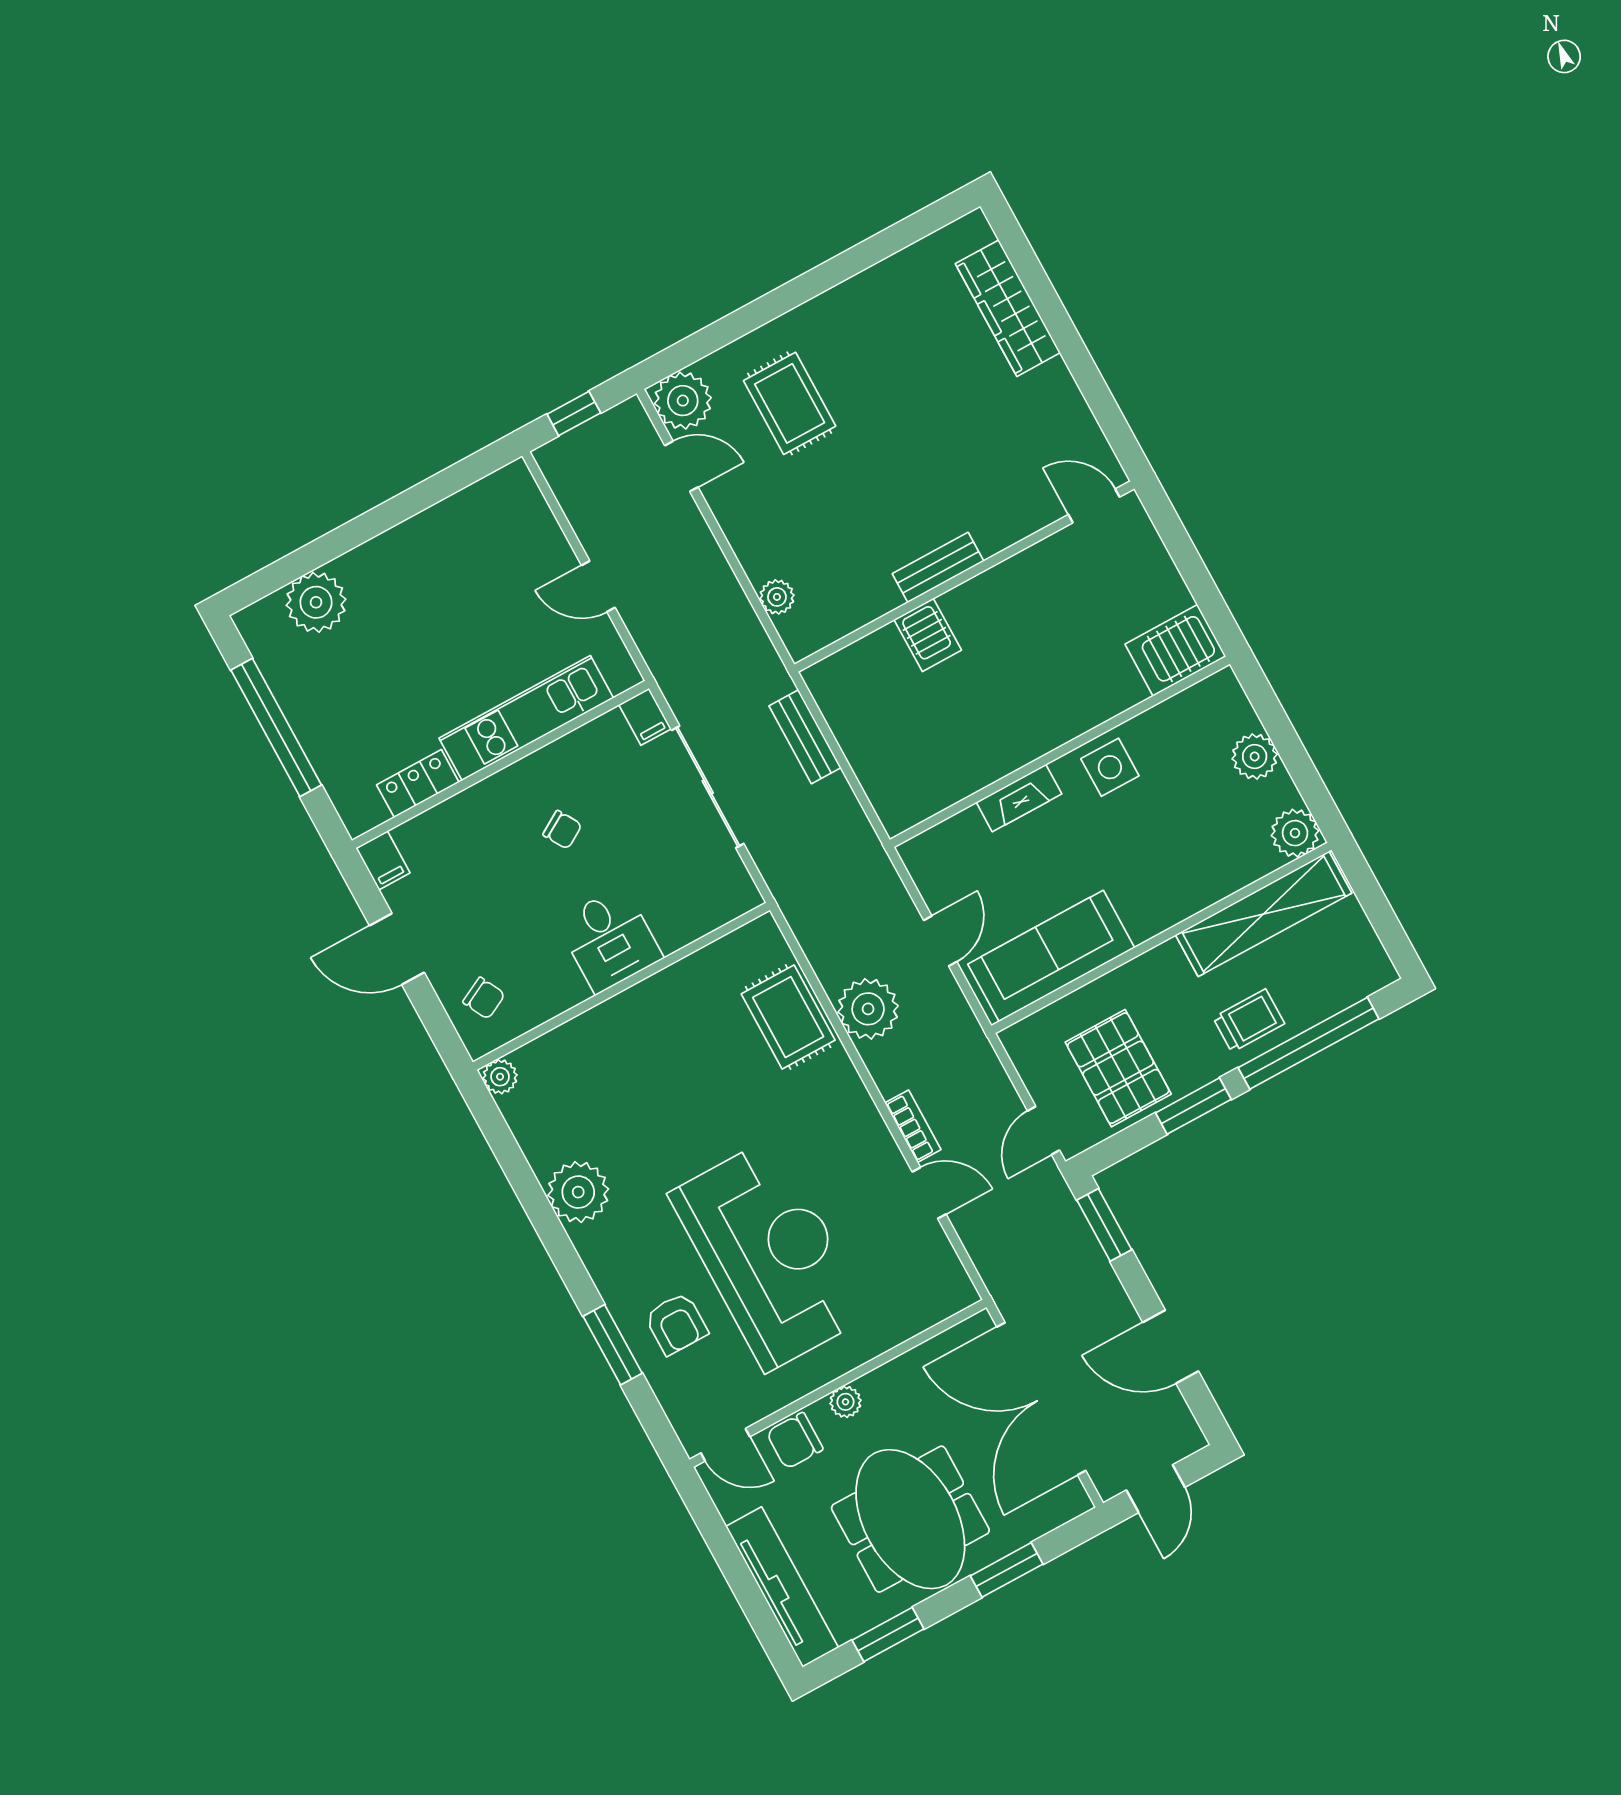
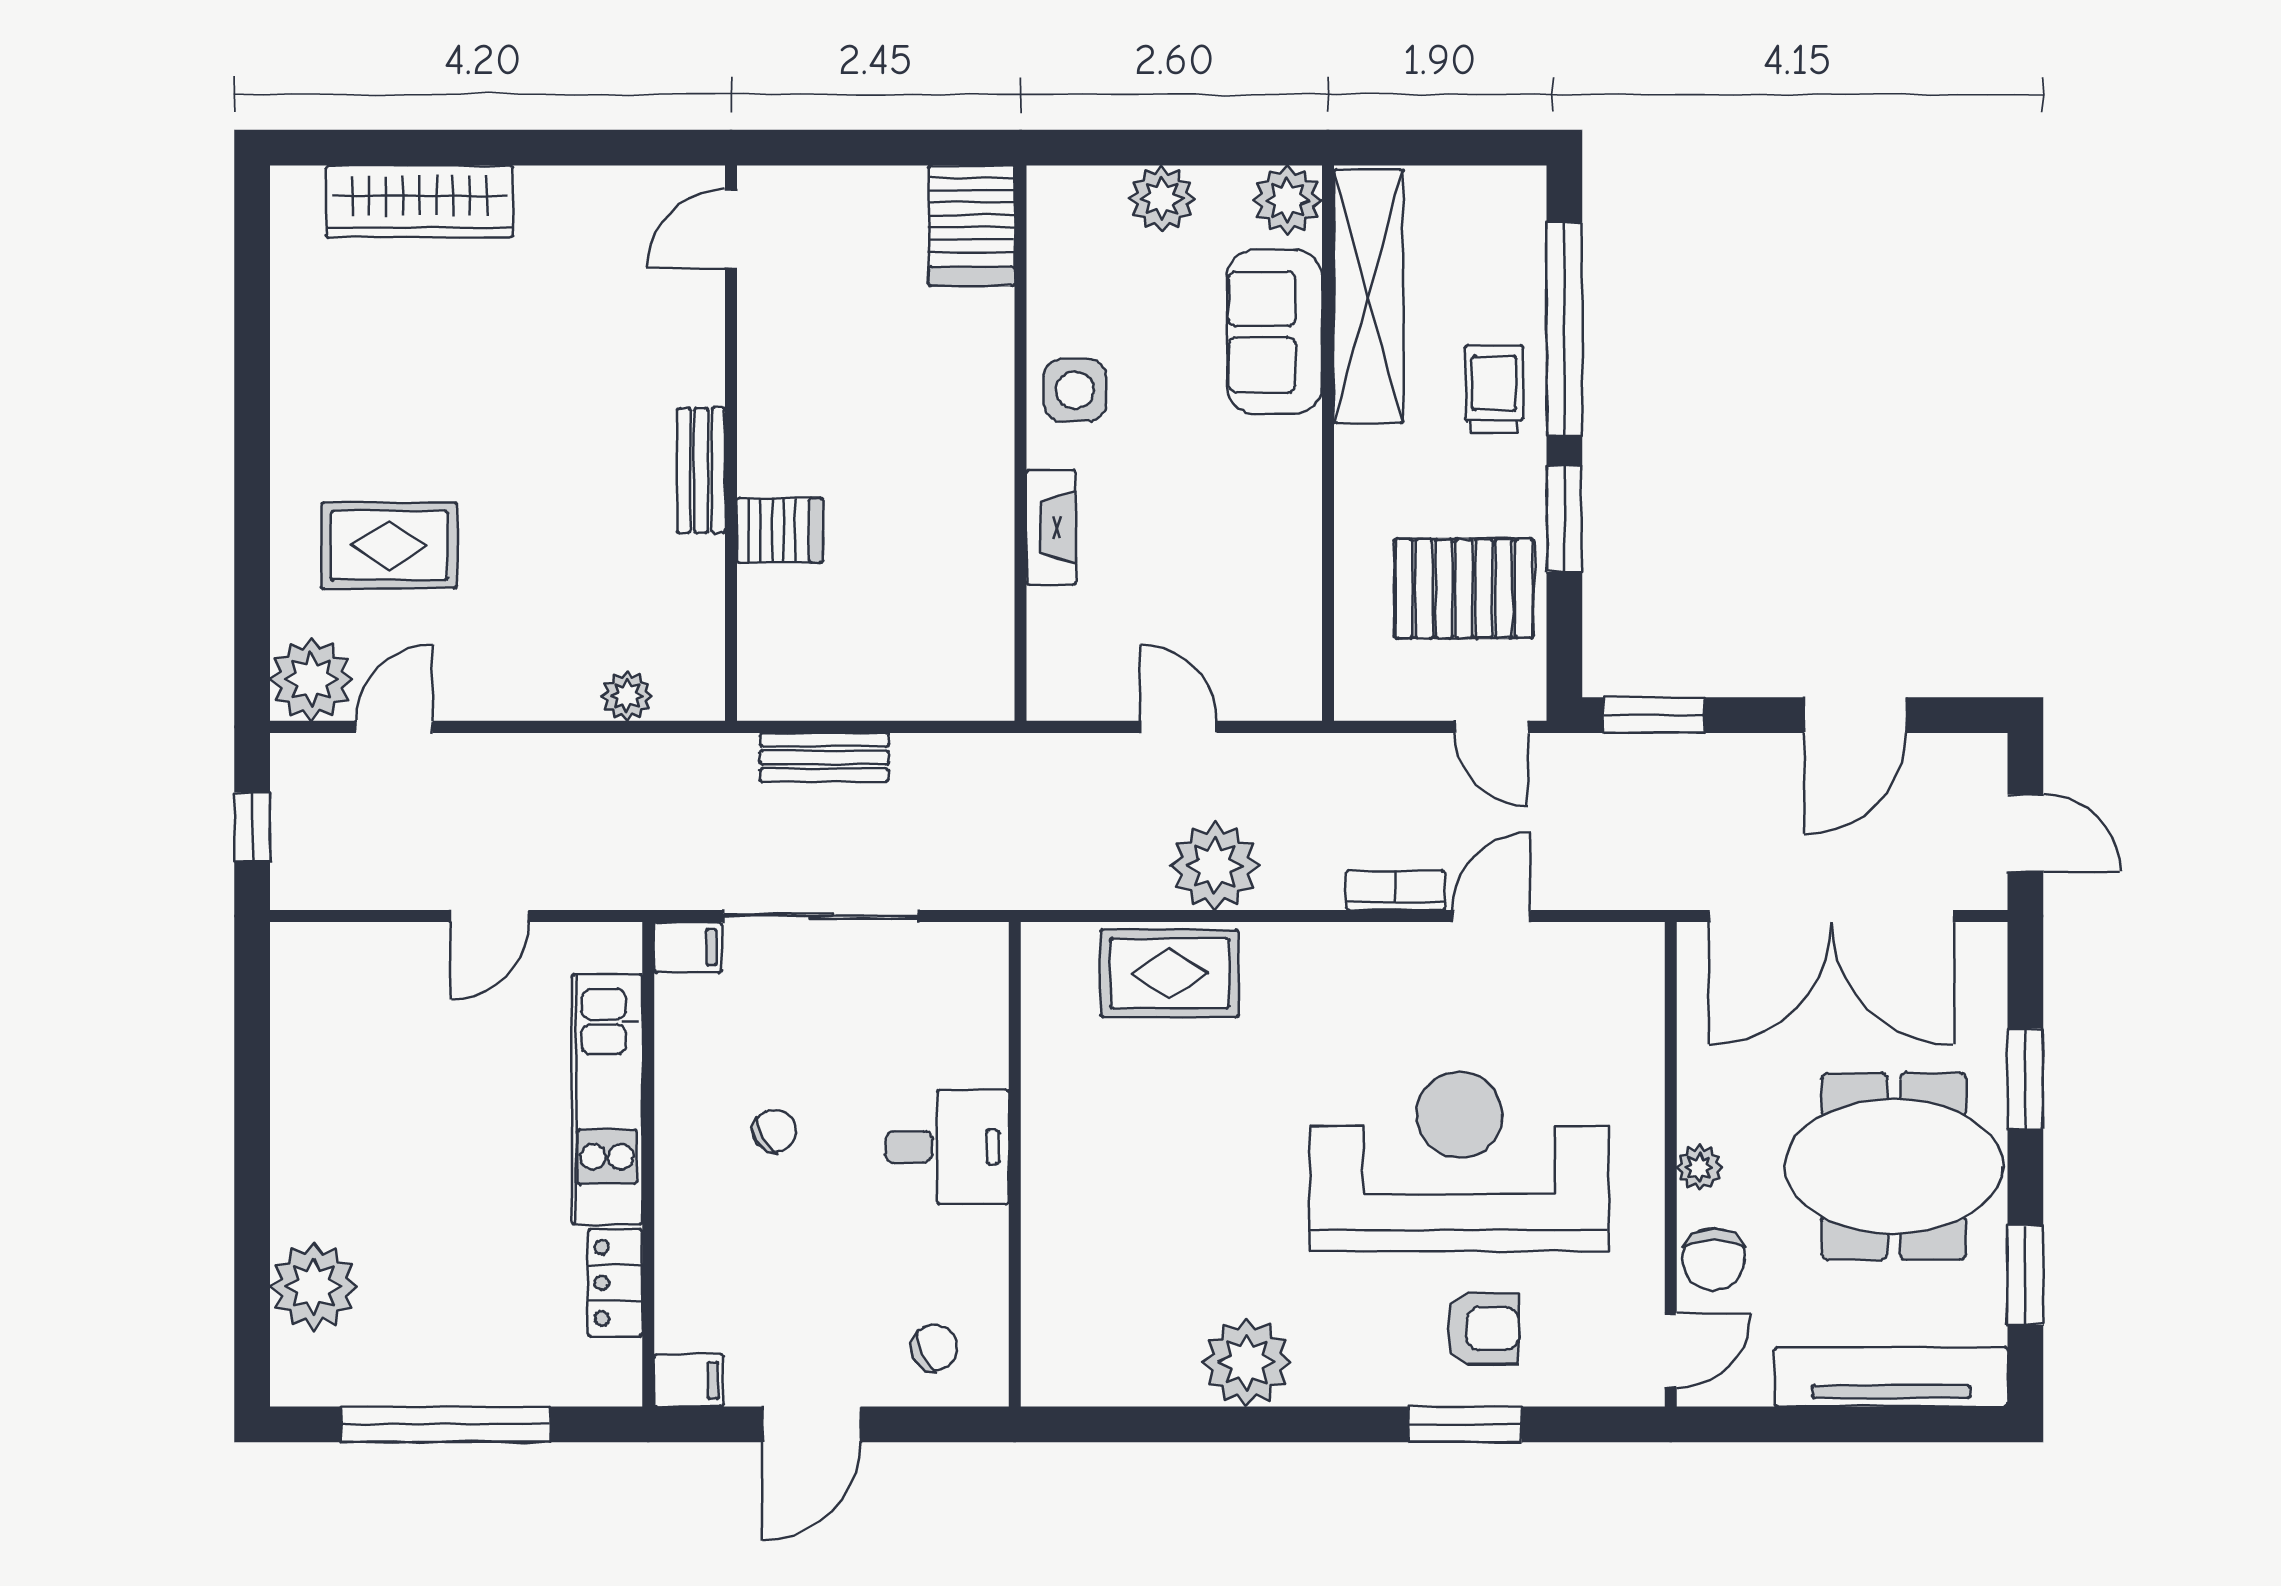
sofa: (1051, 956) -> (1274, 332), moved, width x0.73
plant: (500, 1077) -> (1046, 1382), removed

